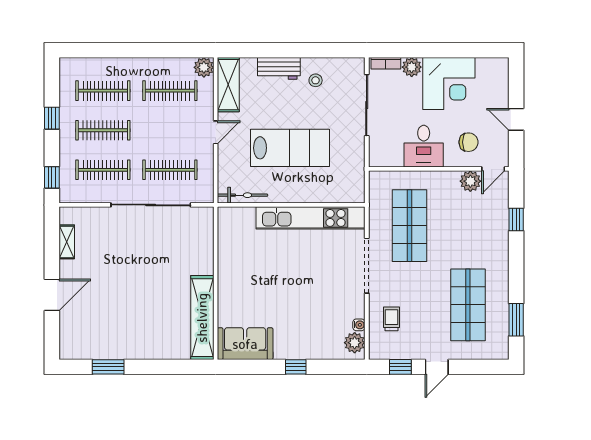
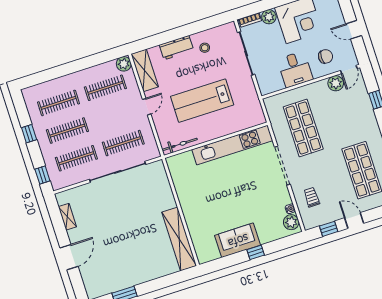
lab bench: (290, 148) -> (202, 101), turned 180
sofa: (245, 344) -> (238, 240), moved
door: (437, 367) -> (354, 221), swing flipped

